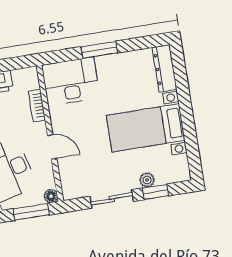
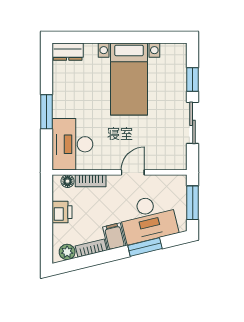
dresser: (164, 68) -> (68, 52), width x0.70
plant: (147, 180) -> (180, 86), removed
floor lamp: (51, 196) -> (68, 181), moved

